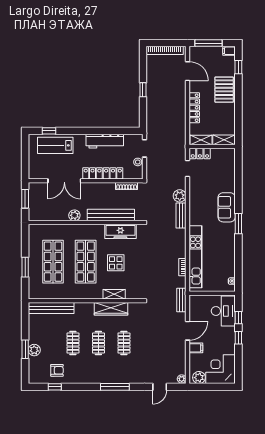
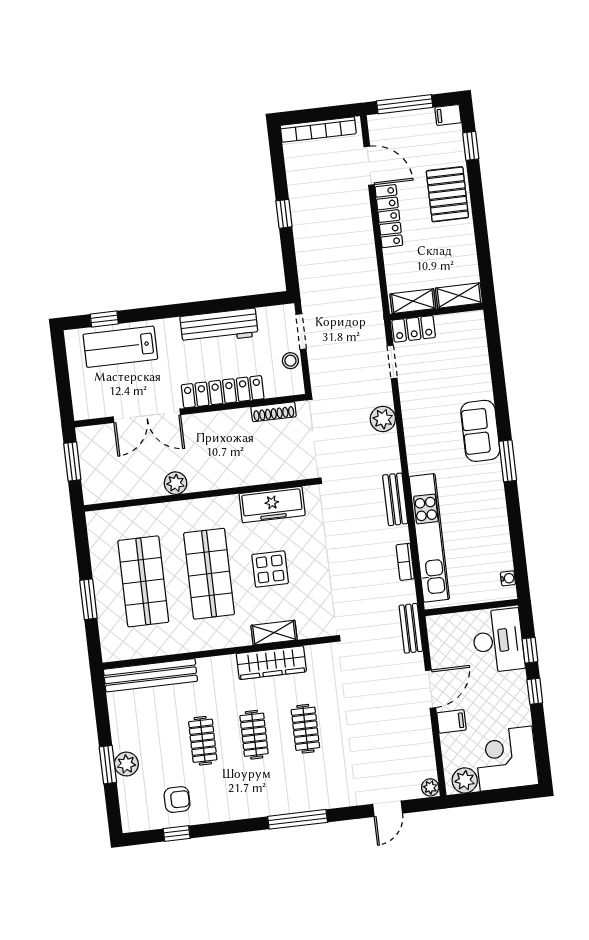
locker: (194, 108) -> (389, 216), moved
bench: (111, 215) -> (249, 474), removed
bench: (181, 216) -> (395, 499), moved

